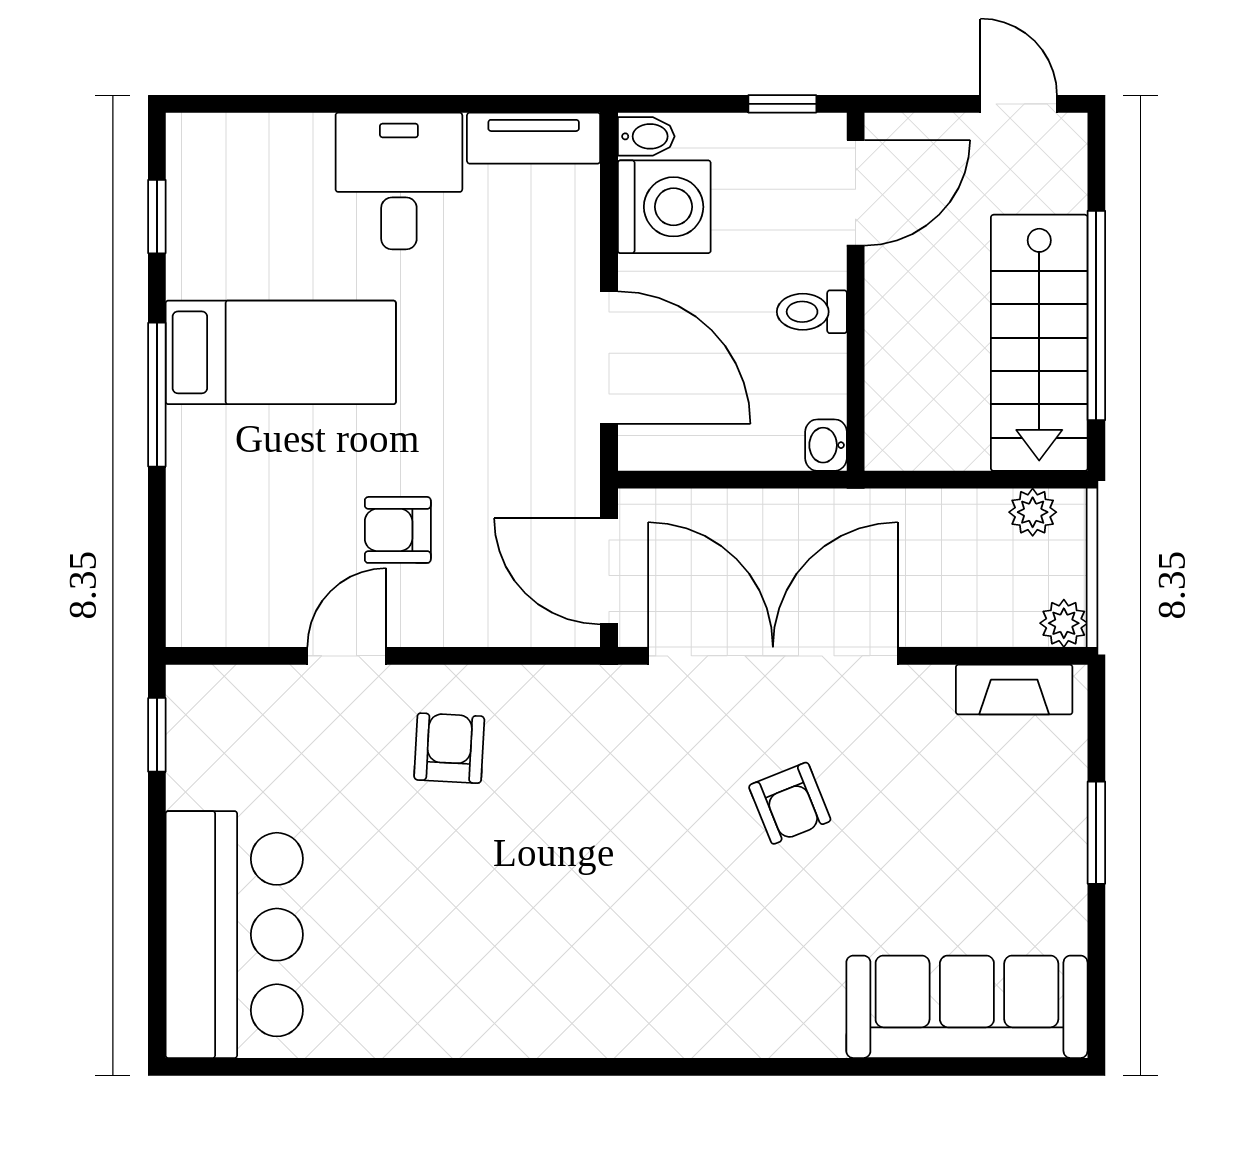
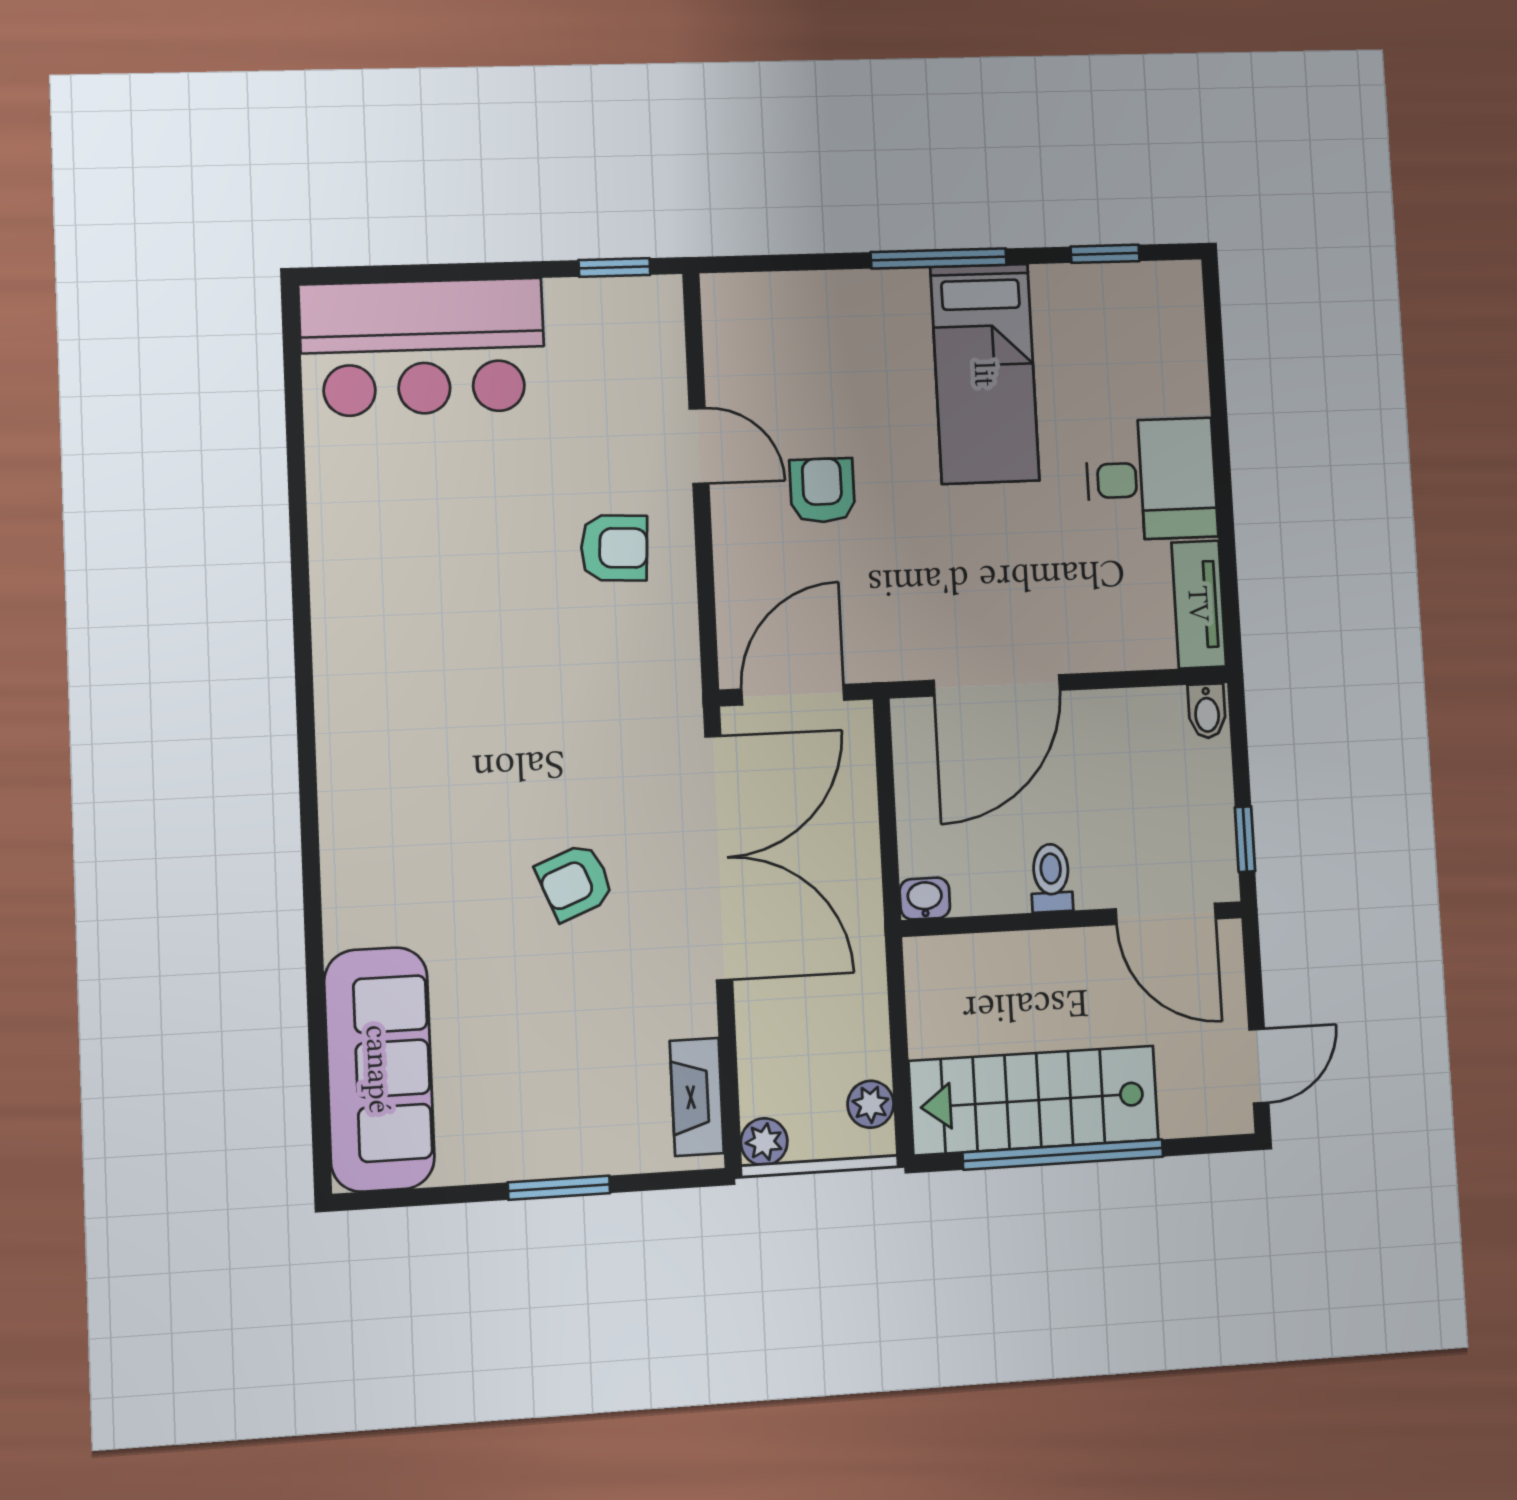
washing machine: (664, 207) -> (1142, 731), removed

